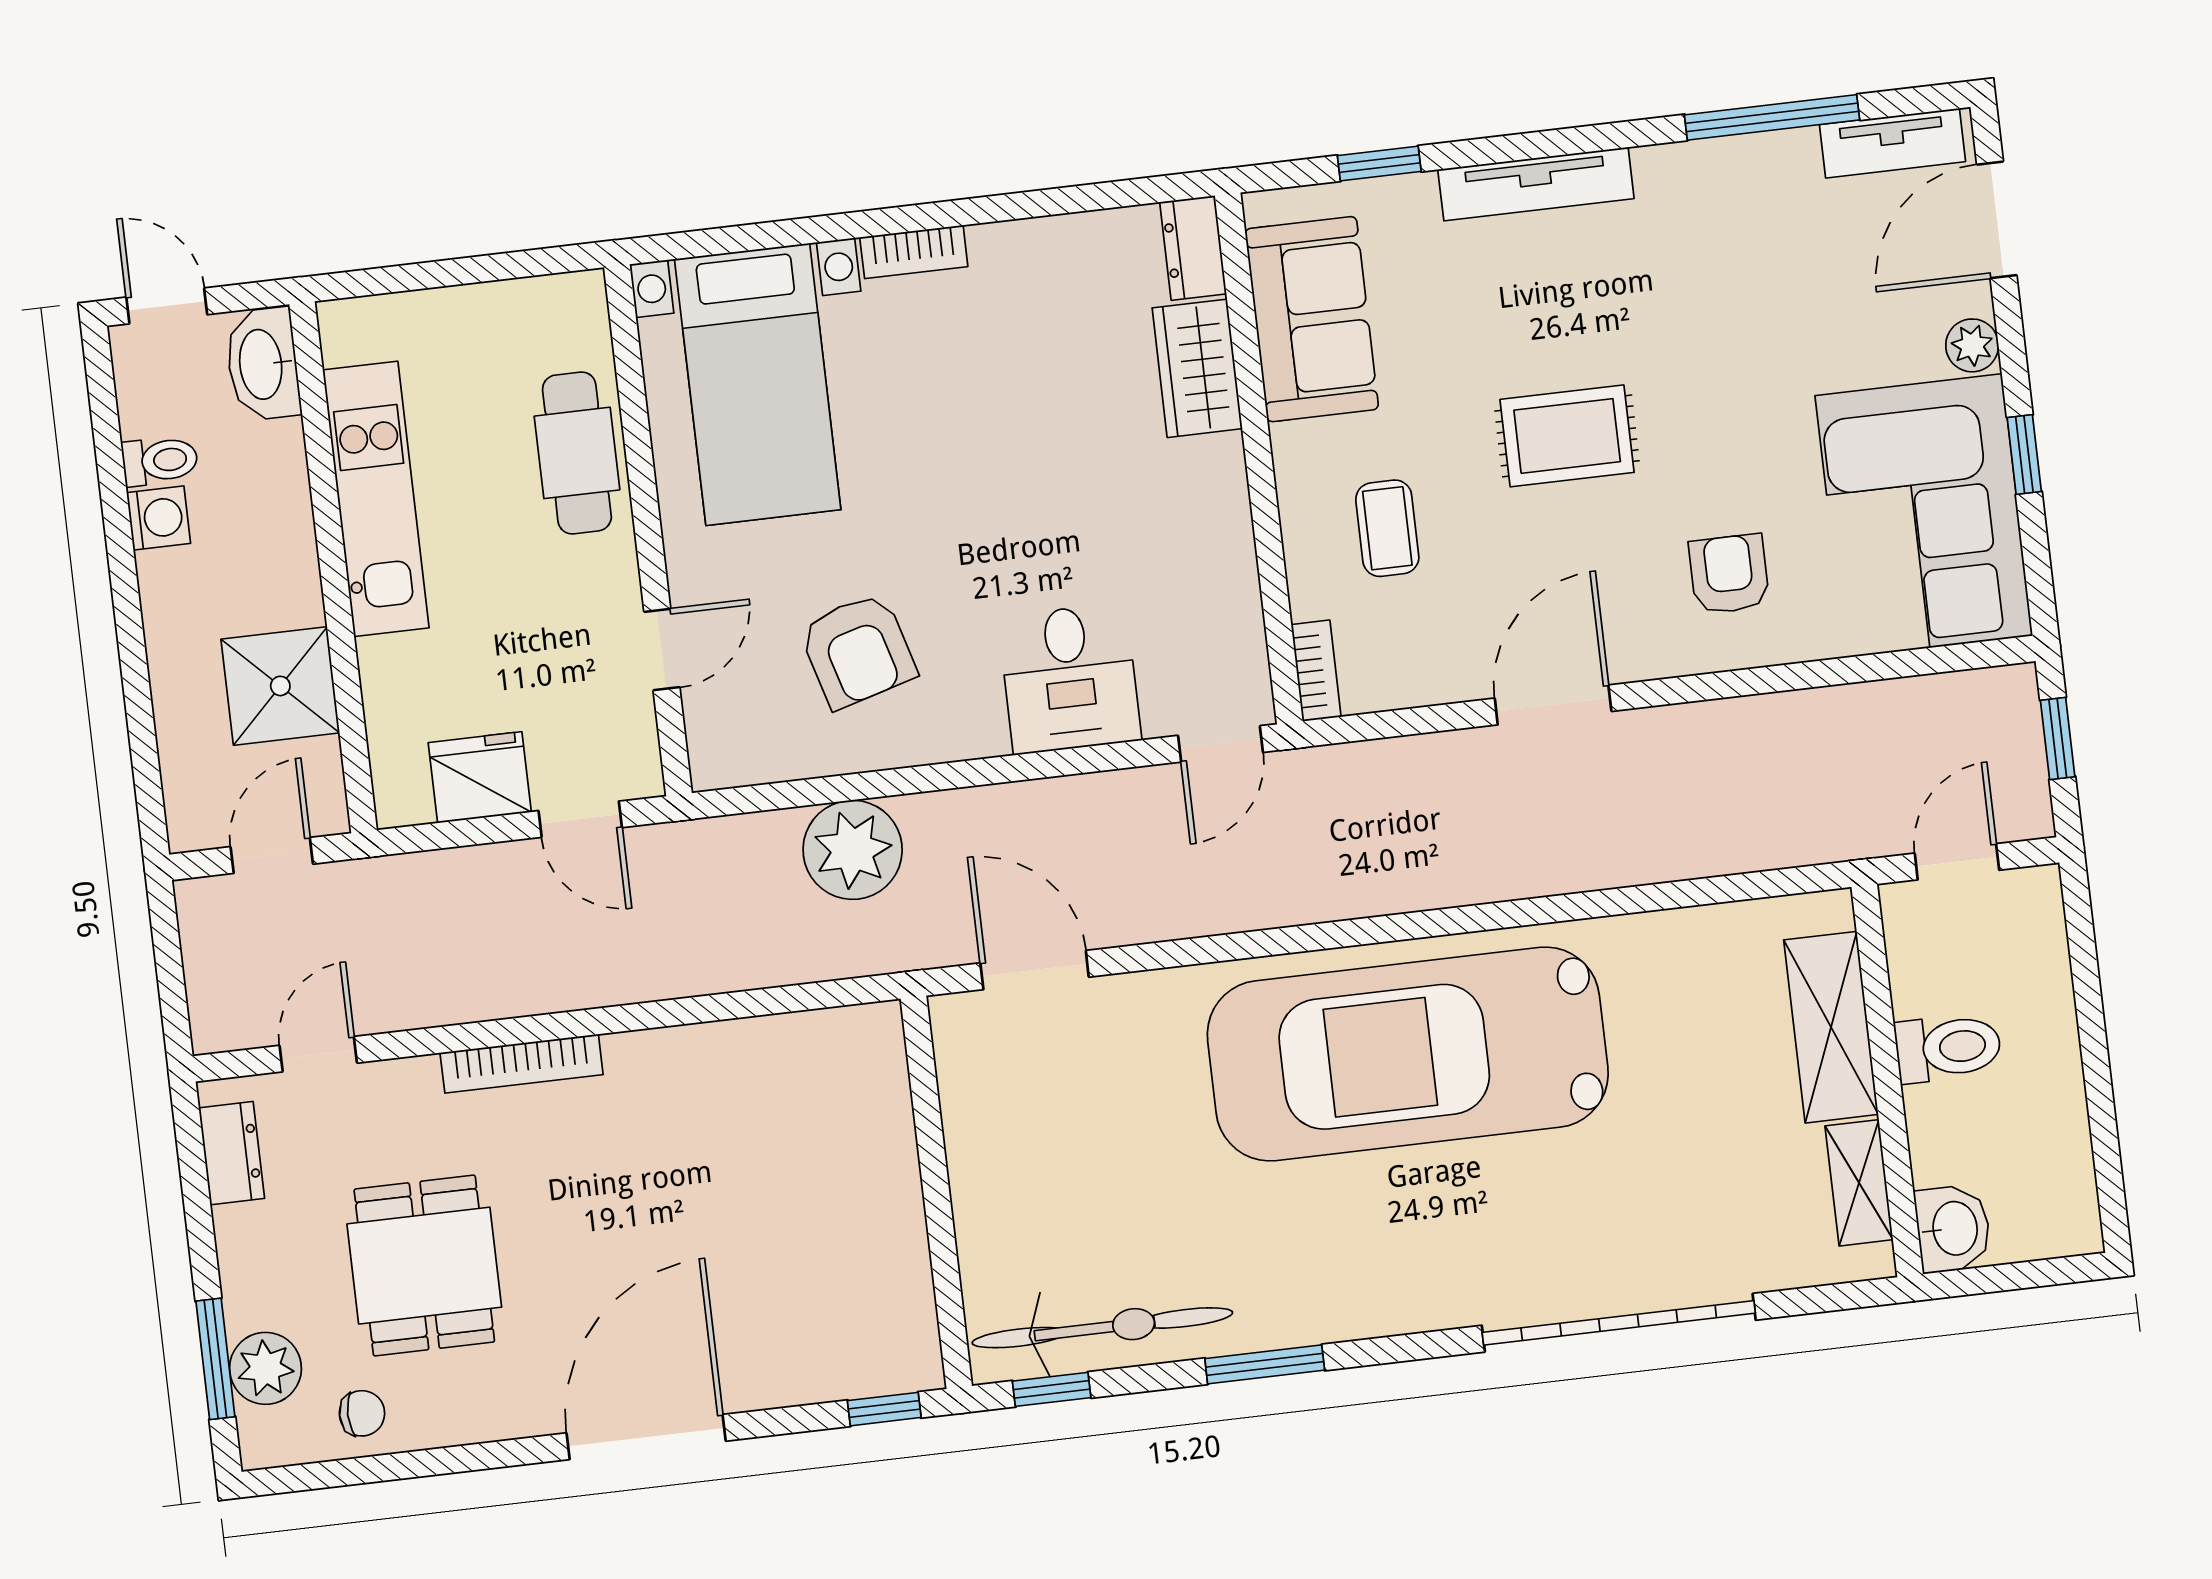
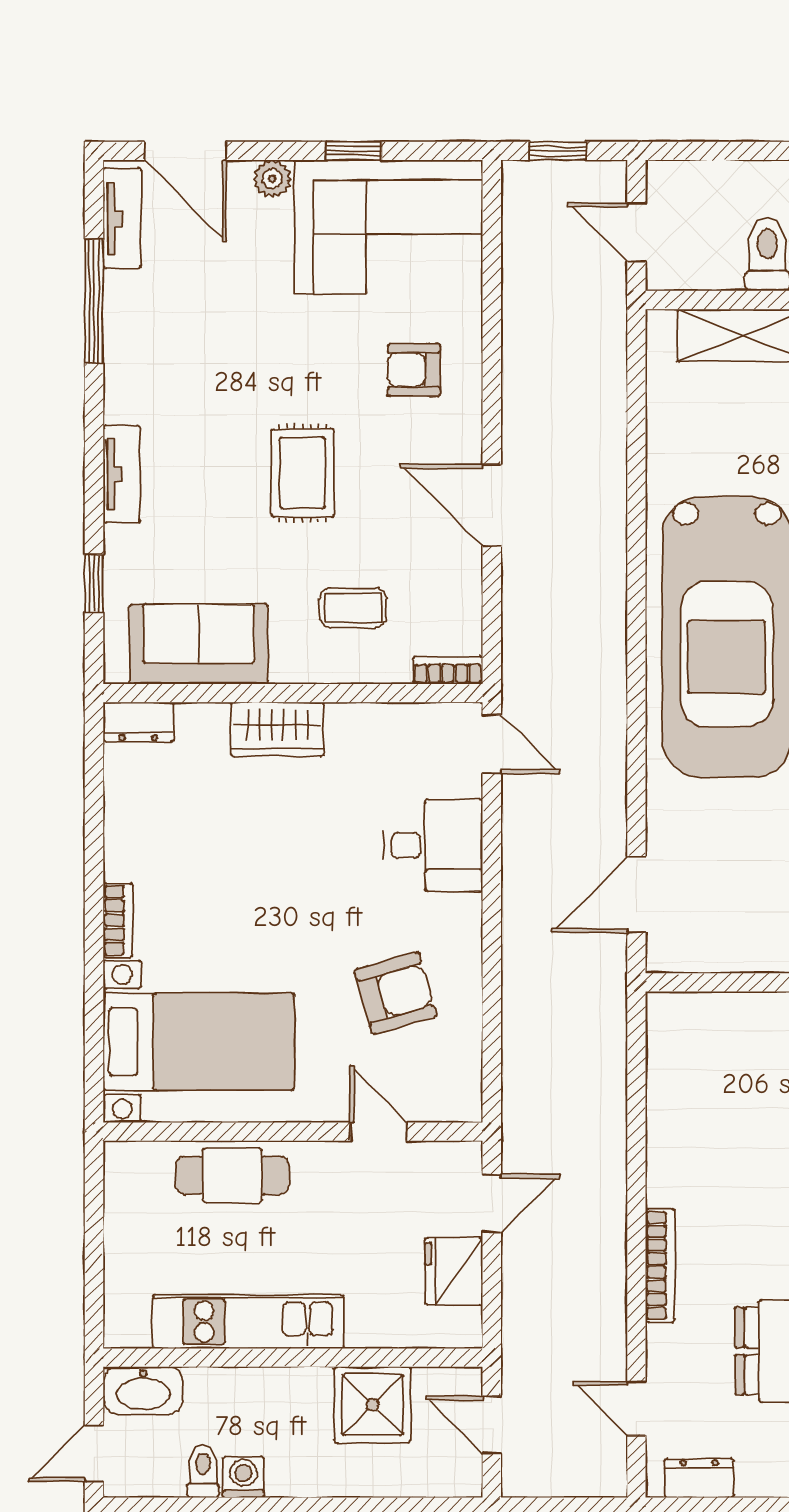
tv unit: (1536, 184) -> (122, 474), width x0.71
wardrobe: (1197, 368) -> (277, 729), moved
plant: (853, 850) -> (536, 1013), removed

